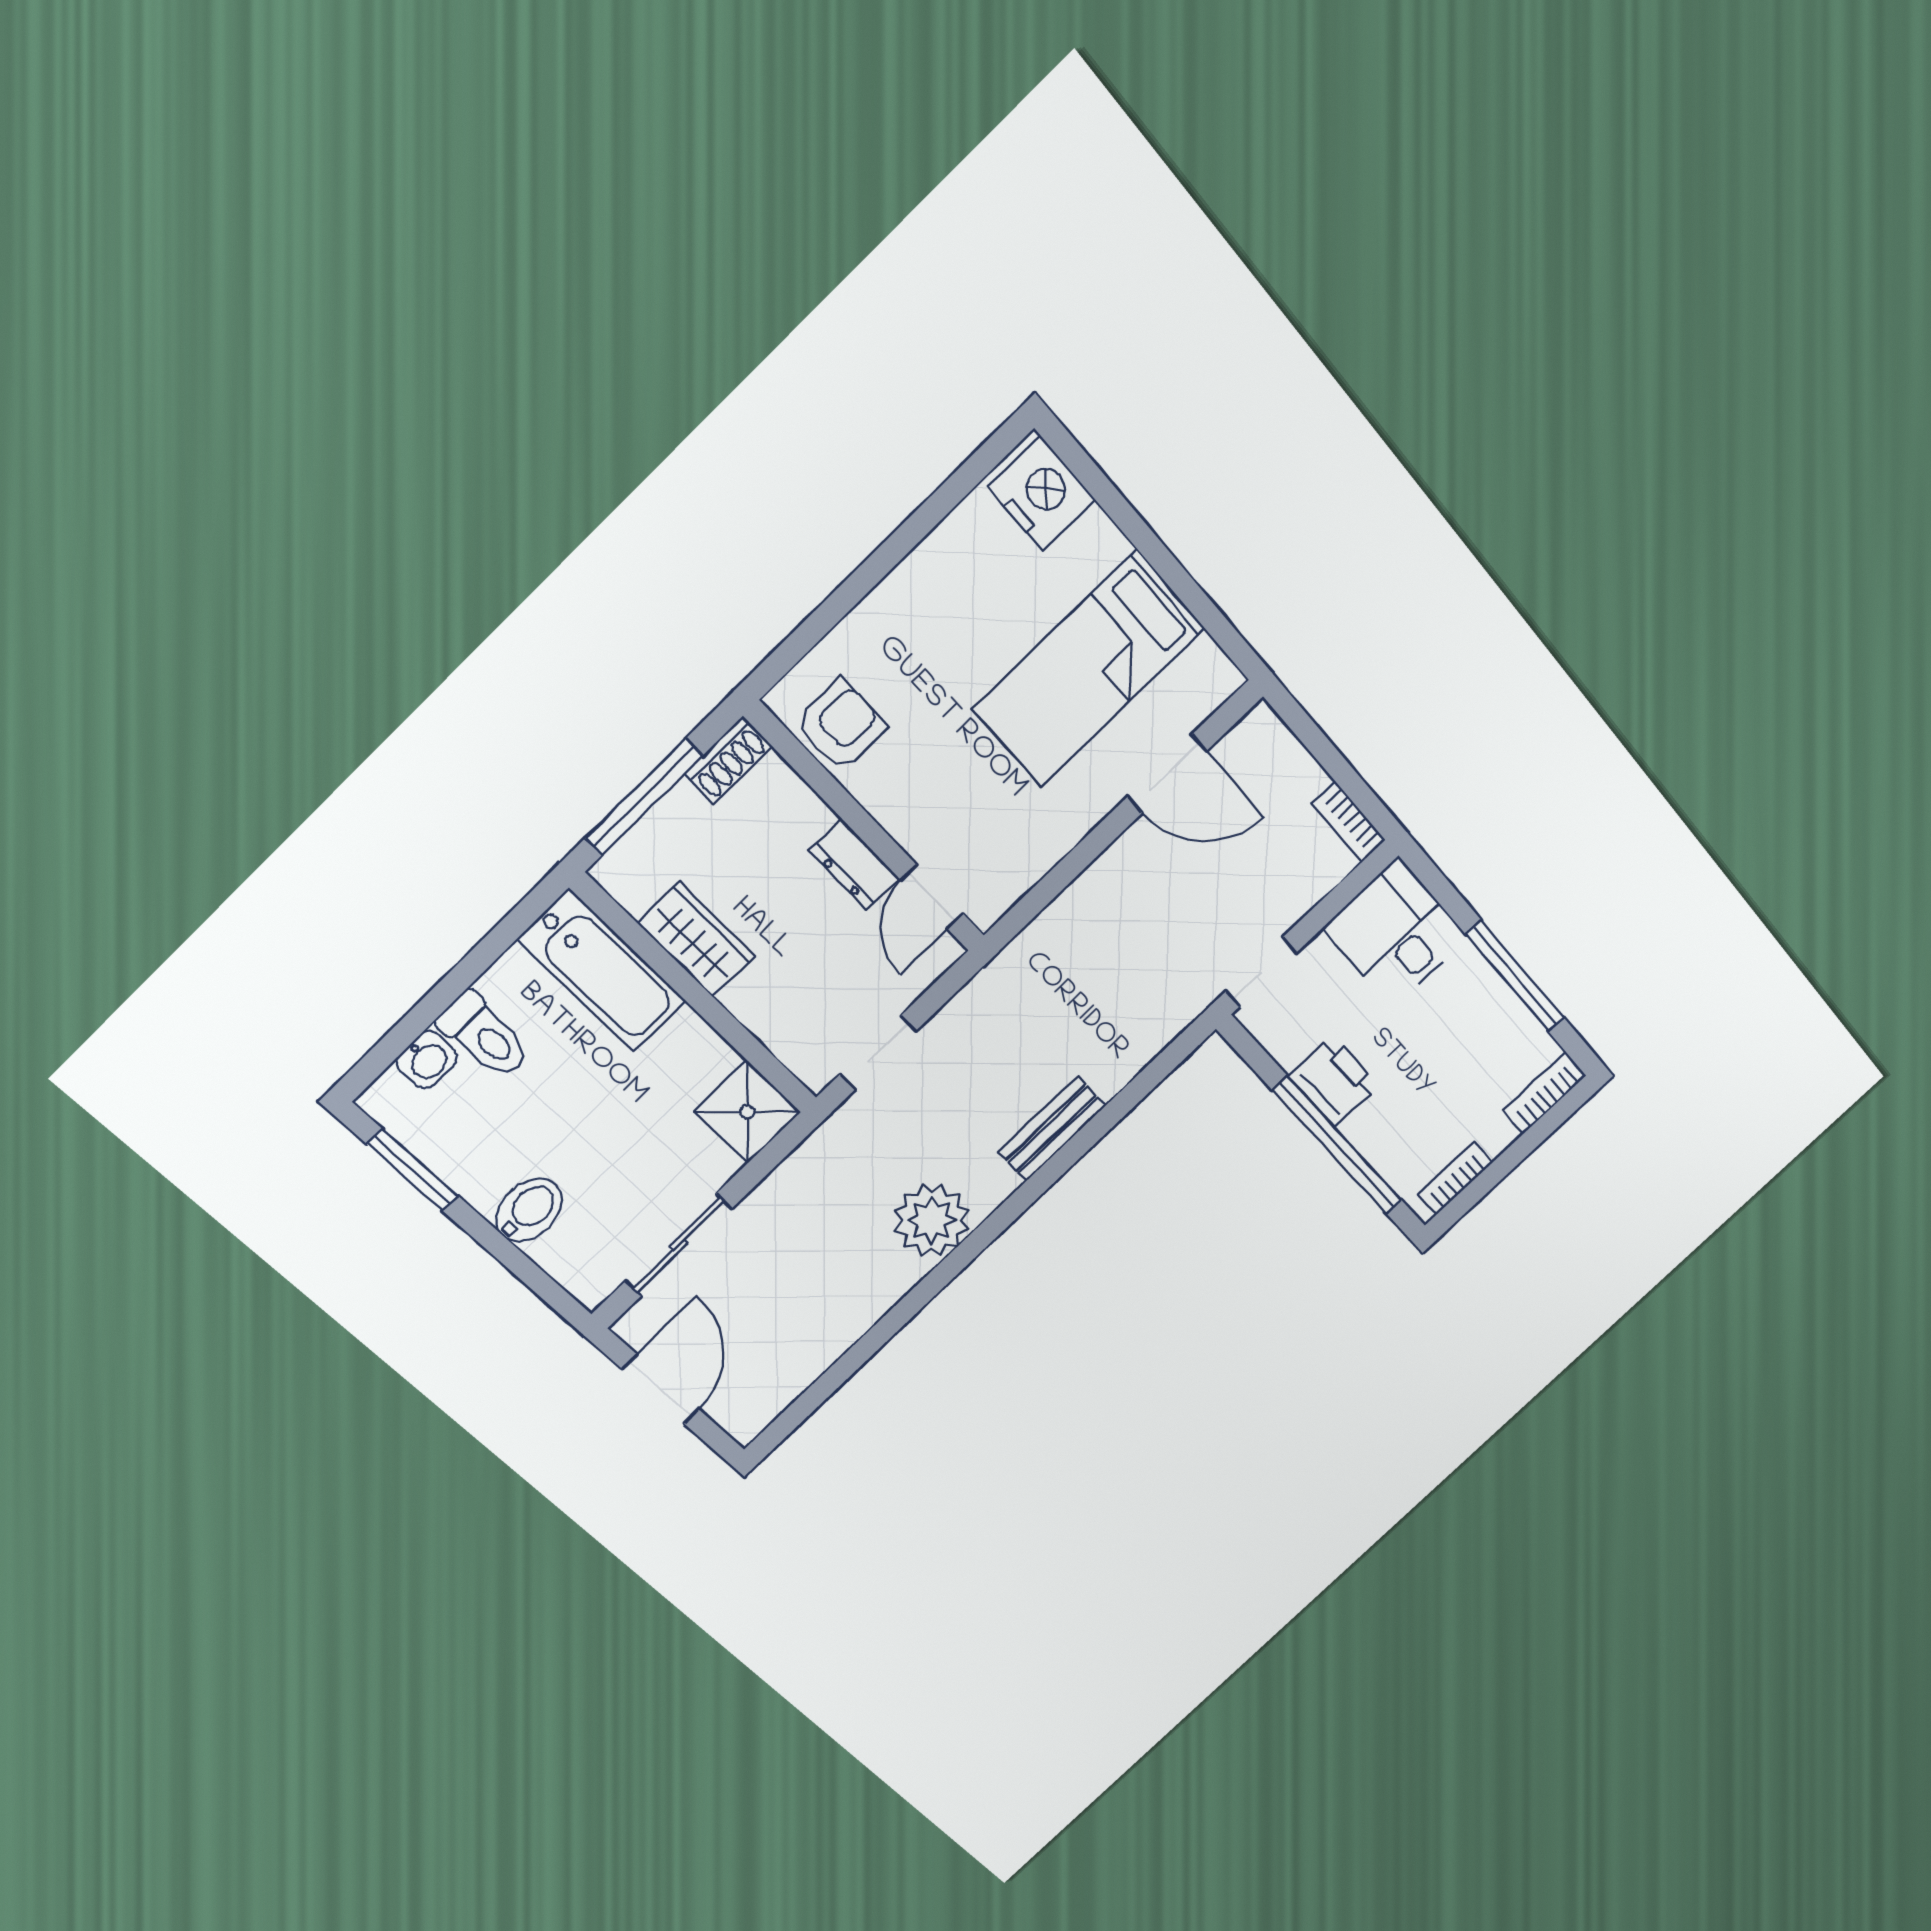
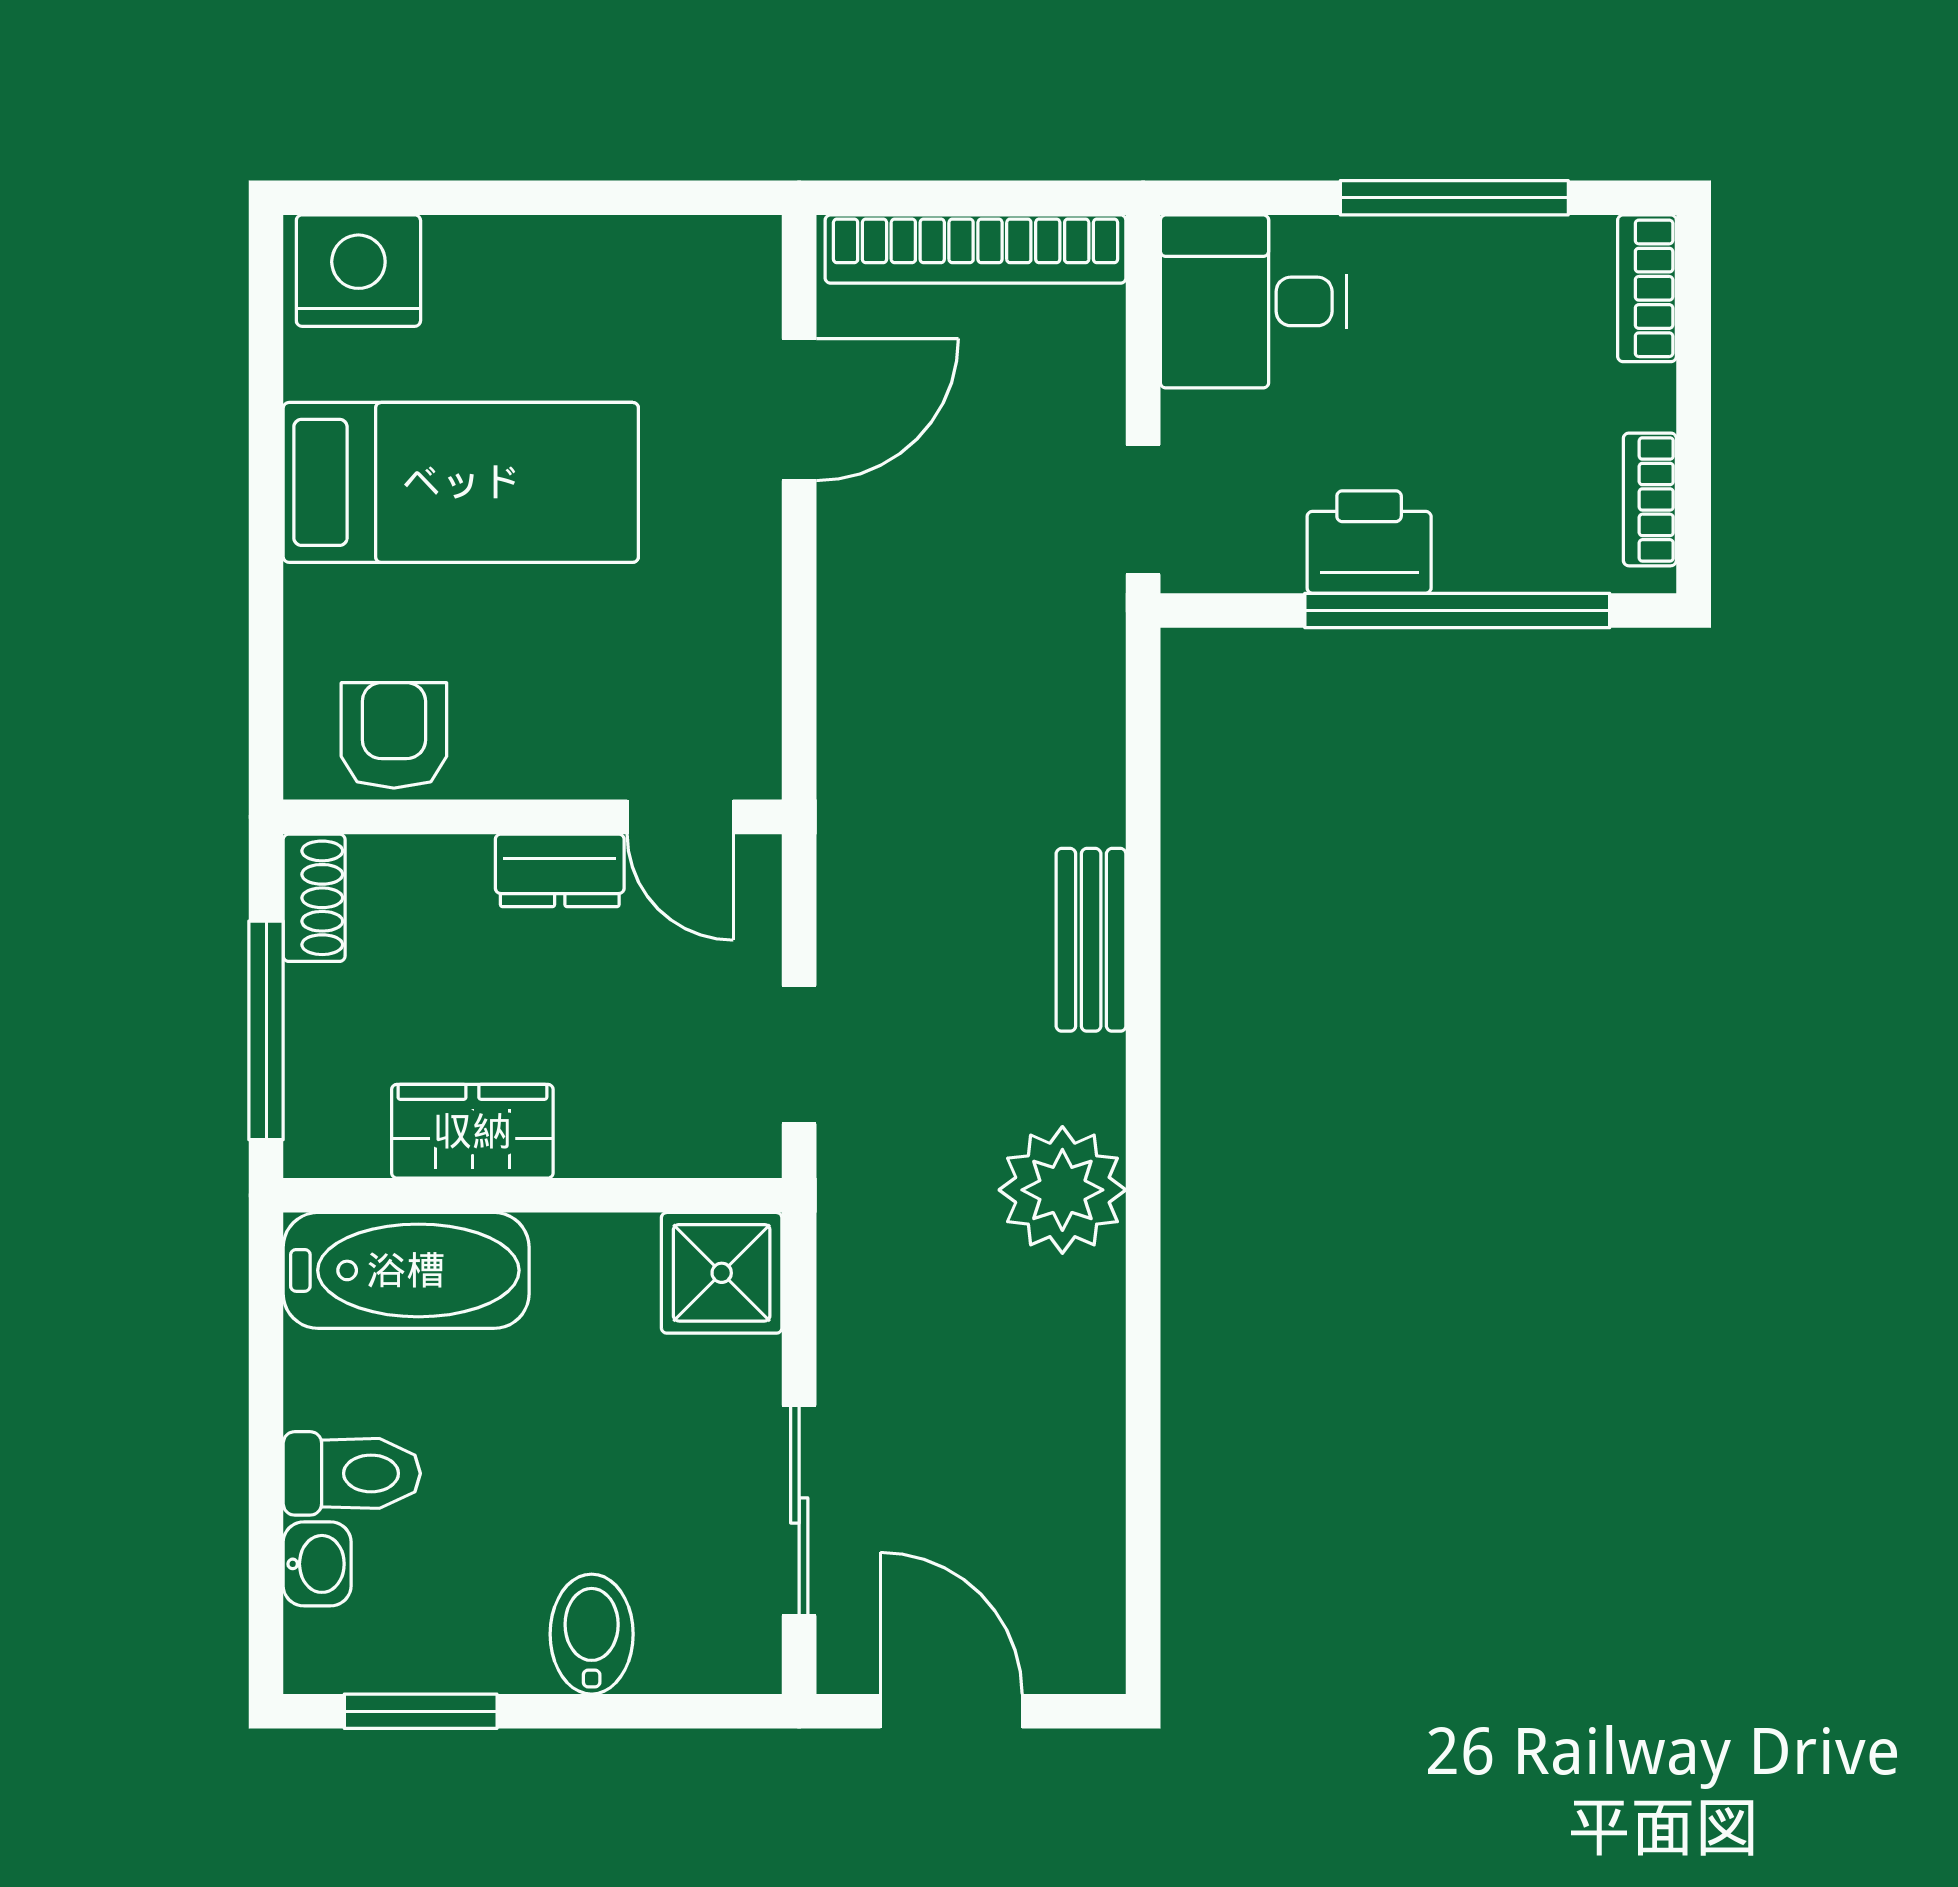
bed: (1089, 669) -> (461, 482), moved, turned -90
bookcase: (1349, 822) -> (976, 249), width x2.31, depth x1.31

